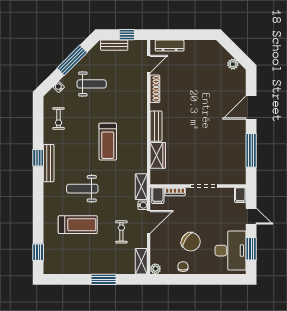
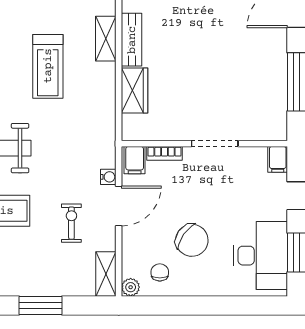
shelving: (141, 187) -> (106, 39), moved
chair: (183, 267) -> (160, 272), moved

